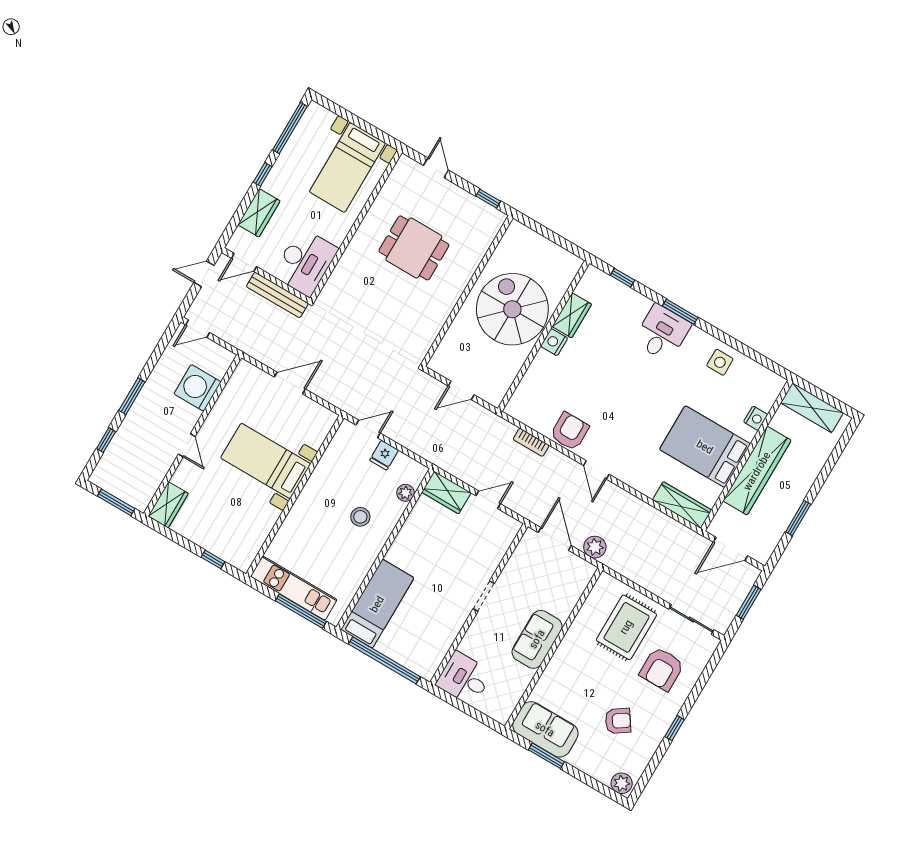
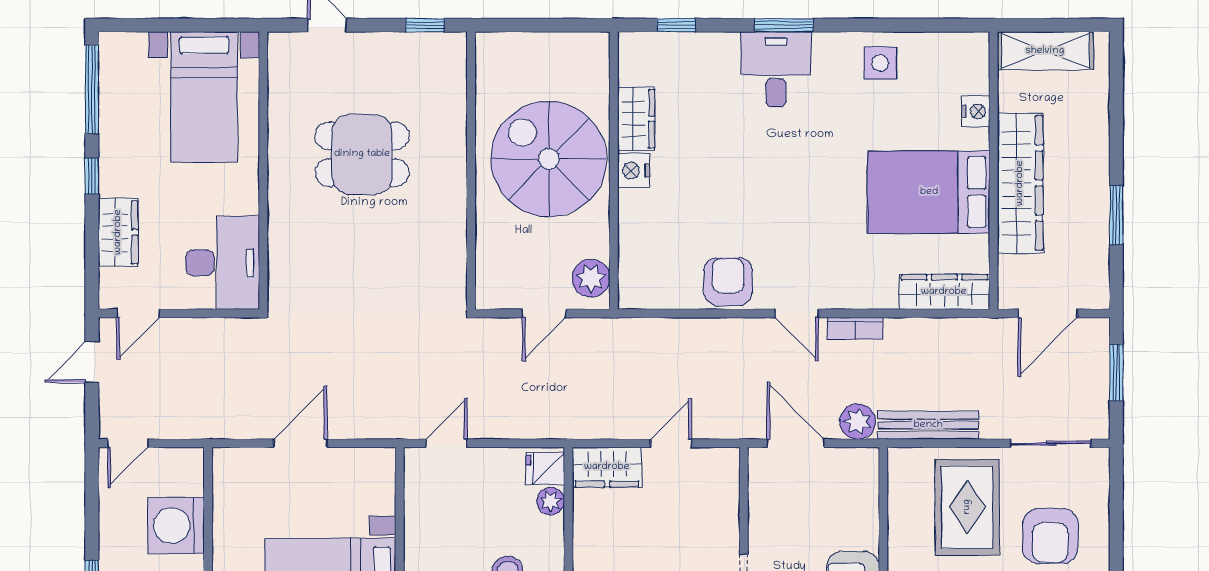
bench: (277, 295) -> (928, 425), moved
plant: (497, 386) -> (591, 278), added
bookcase: (531, 442) -> (855, 328), moved
fridge: (384, 455) -> (545, 469), moved, turned 90

